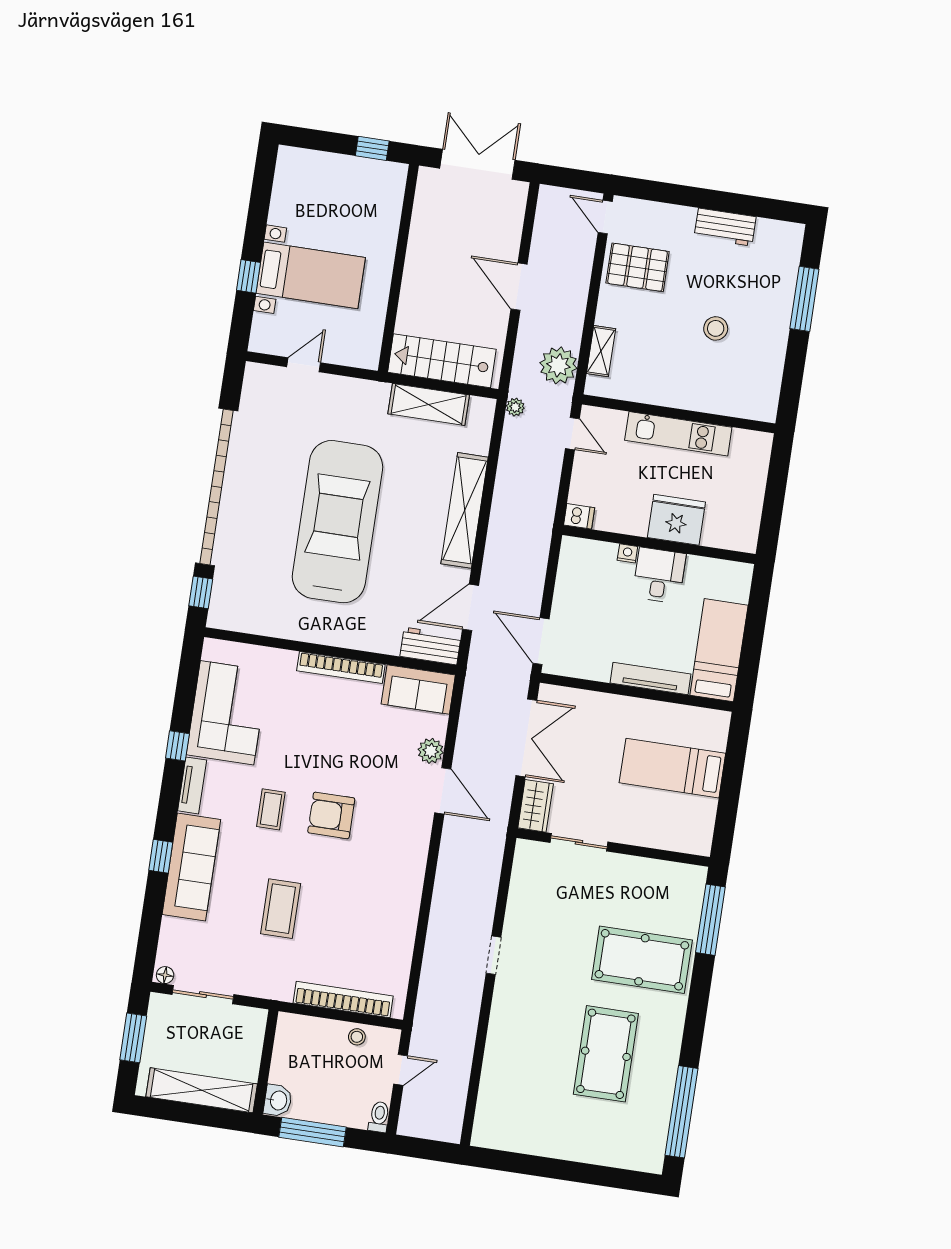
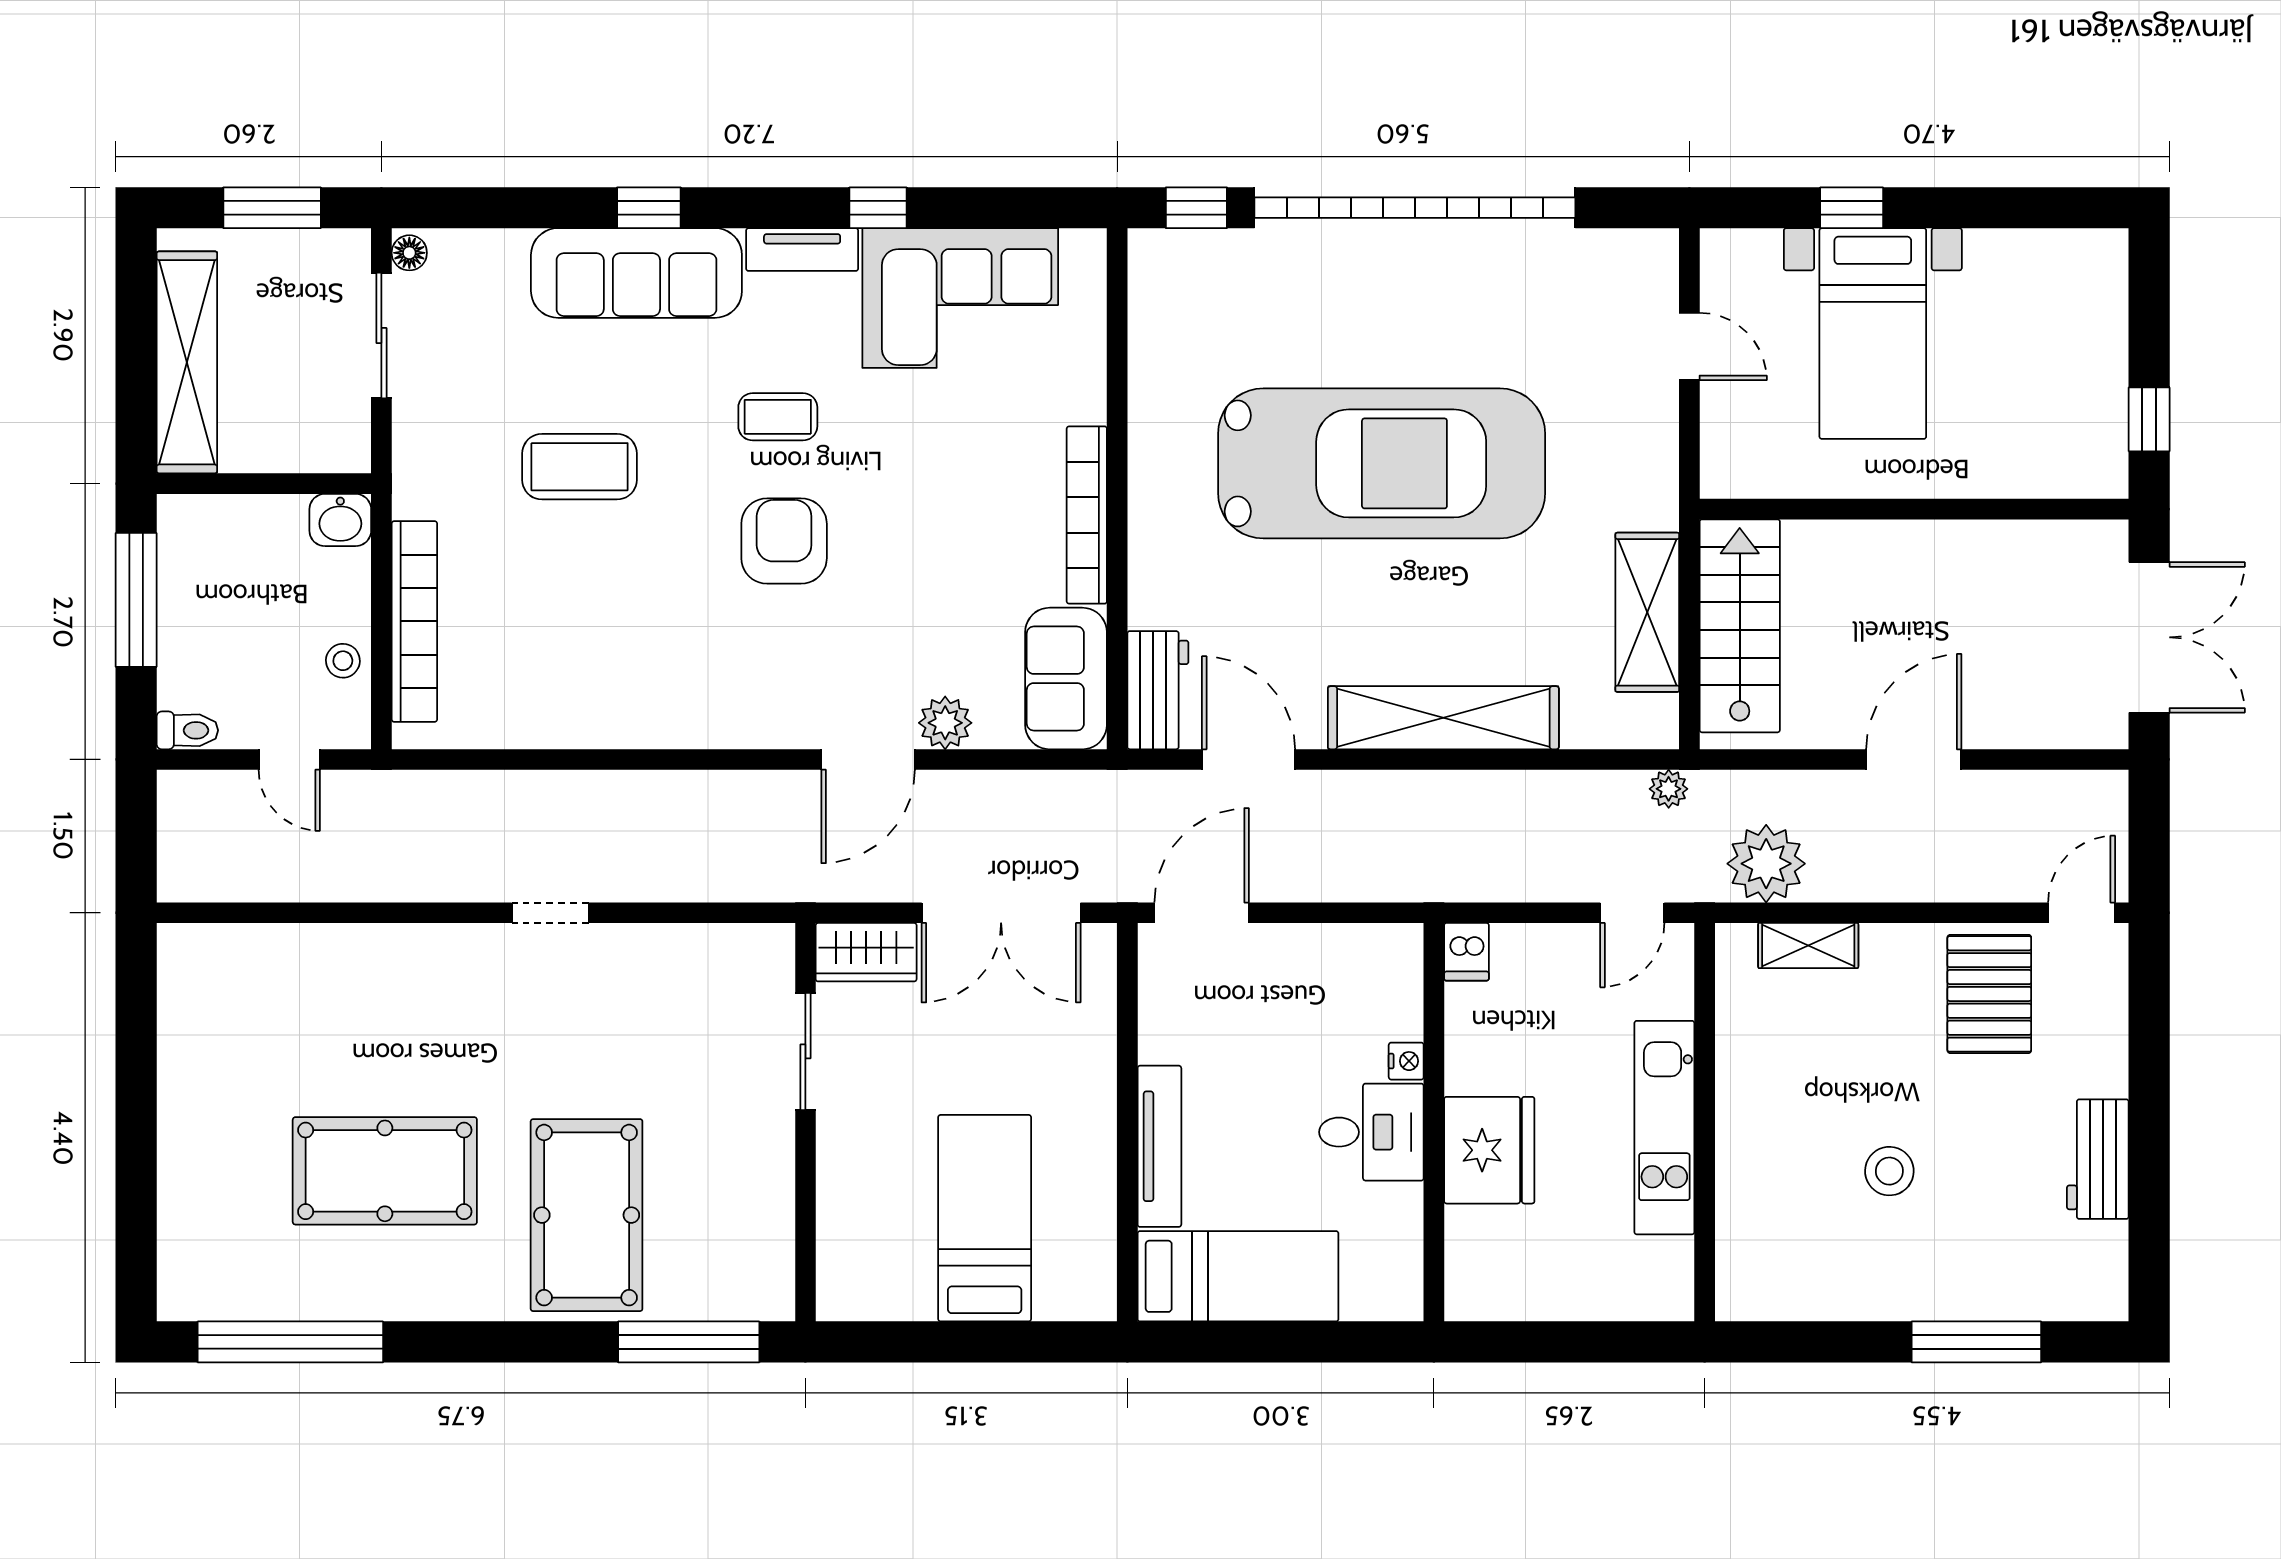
washbasin: (278, 1100) -> (340, 520), moved

